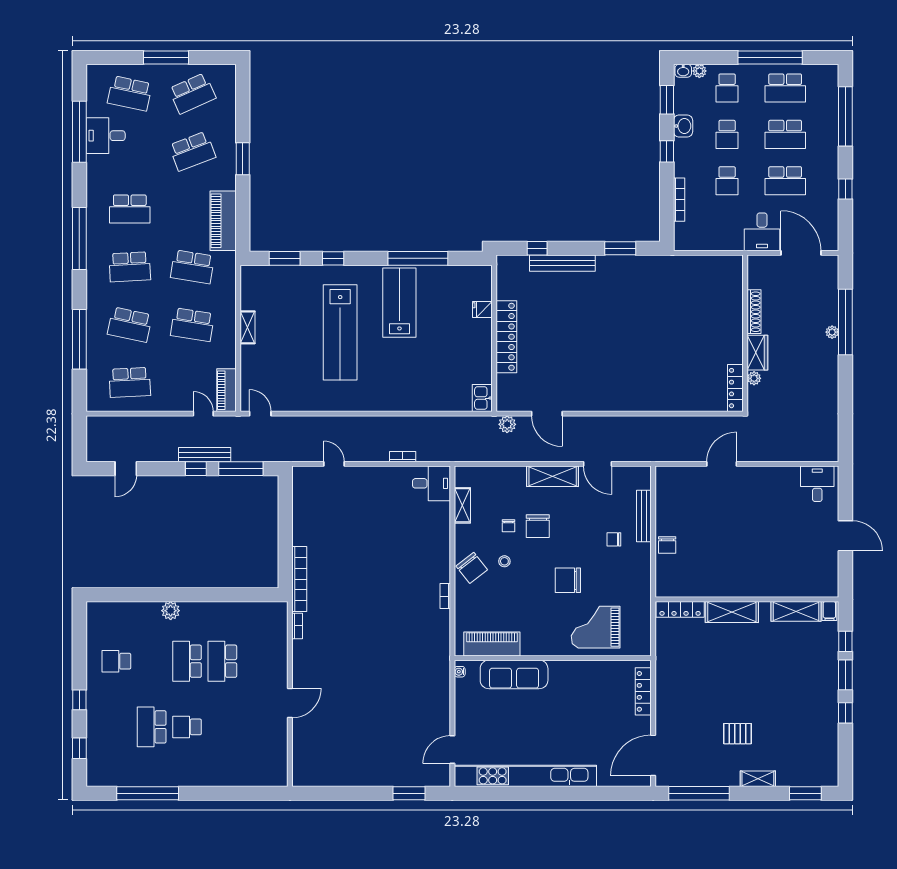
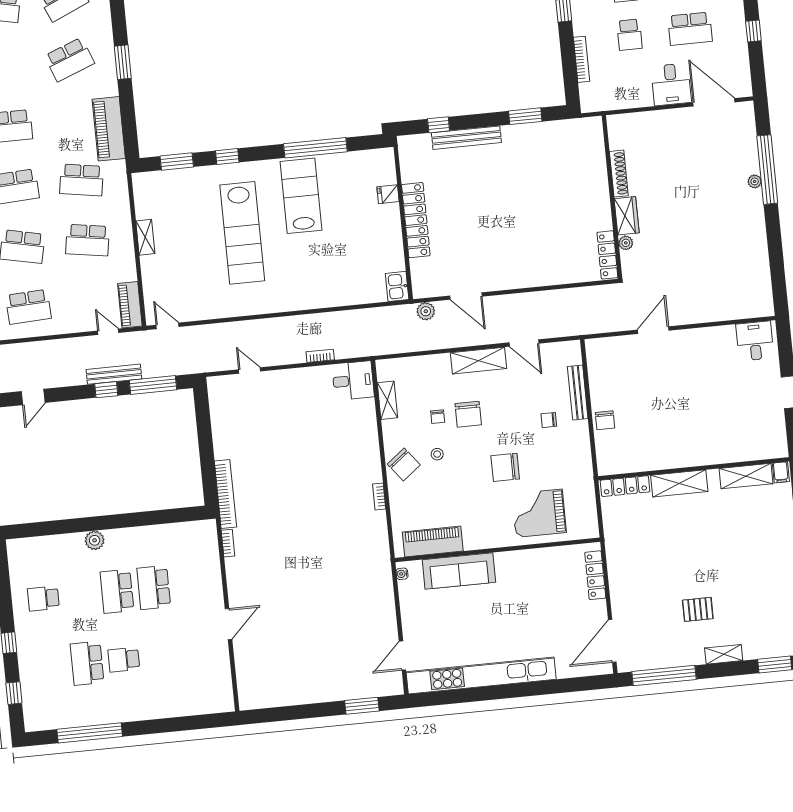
shoe rack: (754, 312) -> (619, 174), moved
wall: (745, 333) -> (612, 197), moved
wardrobe: (757, 353) -> (627, 216), moved
plant: (754, 378) -> (626, 243), moved
locker: (735, 388) -> (607, 255), moved

